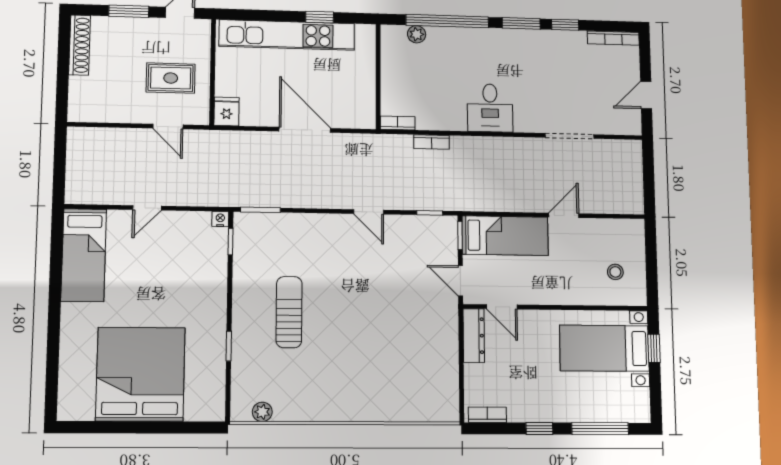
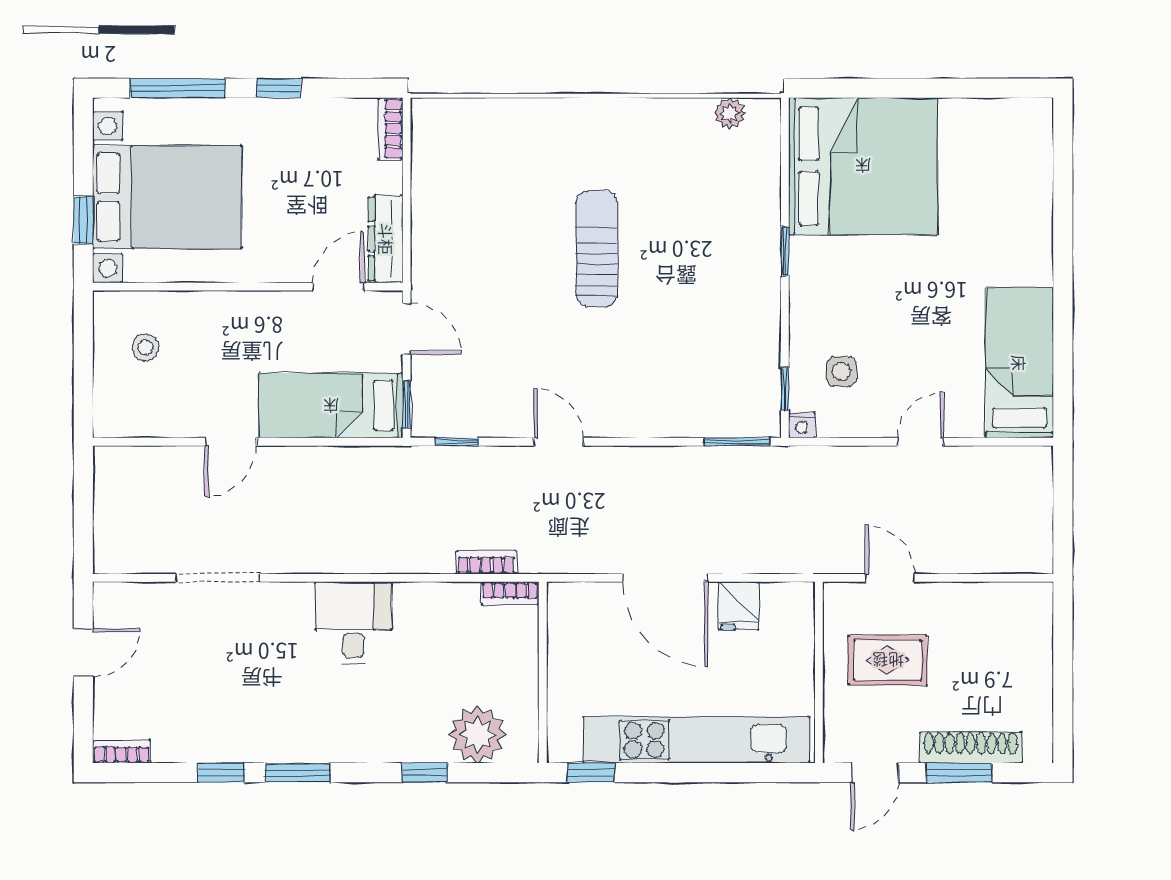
window: (320, 17) -> (591, 773), moved
window: (447, 21) -> (425, 773), width x0.32
plant: (417, 34) -> (478, 734), width x1.88, depth x1.88
bookcase: (613, 38) -> (122, 752), width x0.64
shoe rack: (80, 45) -> (971, 747), moved, turned 90
fridge: (227, 111) -> (739, 606), moved
bookcase: (432, 142) -> (486, 562), moved
side table: (195, 251) -> (841, 371), added
door: (502, 307) -> (338, 287), hinge flipped
sun lounger: (289, 312) -> (597, 249), moved, turned 180
window: (229, 346) -> (785, 251), moved
bed with nightstands: (604, 348) -> (167, 197), width x1.36
bed: (140, 374) -> (863, 166), moved, turned -90
bookcase: (487, 415) -> (390, 129), moved, turned 90

